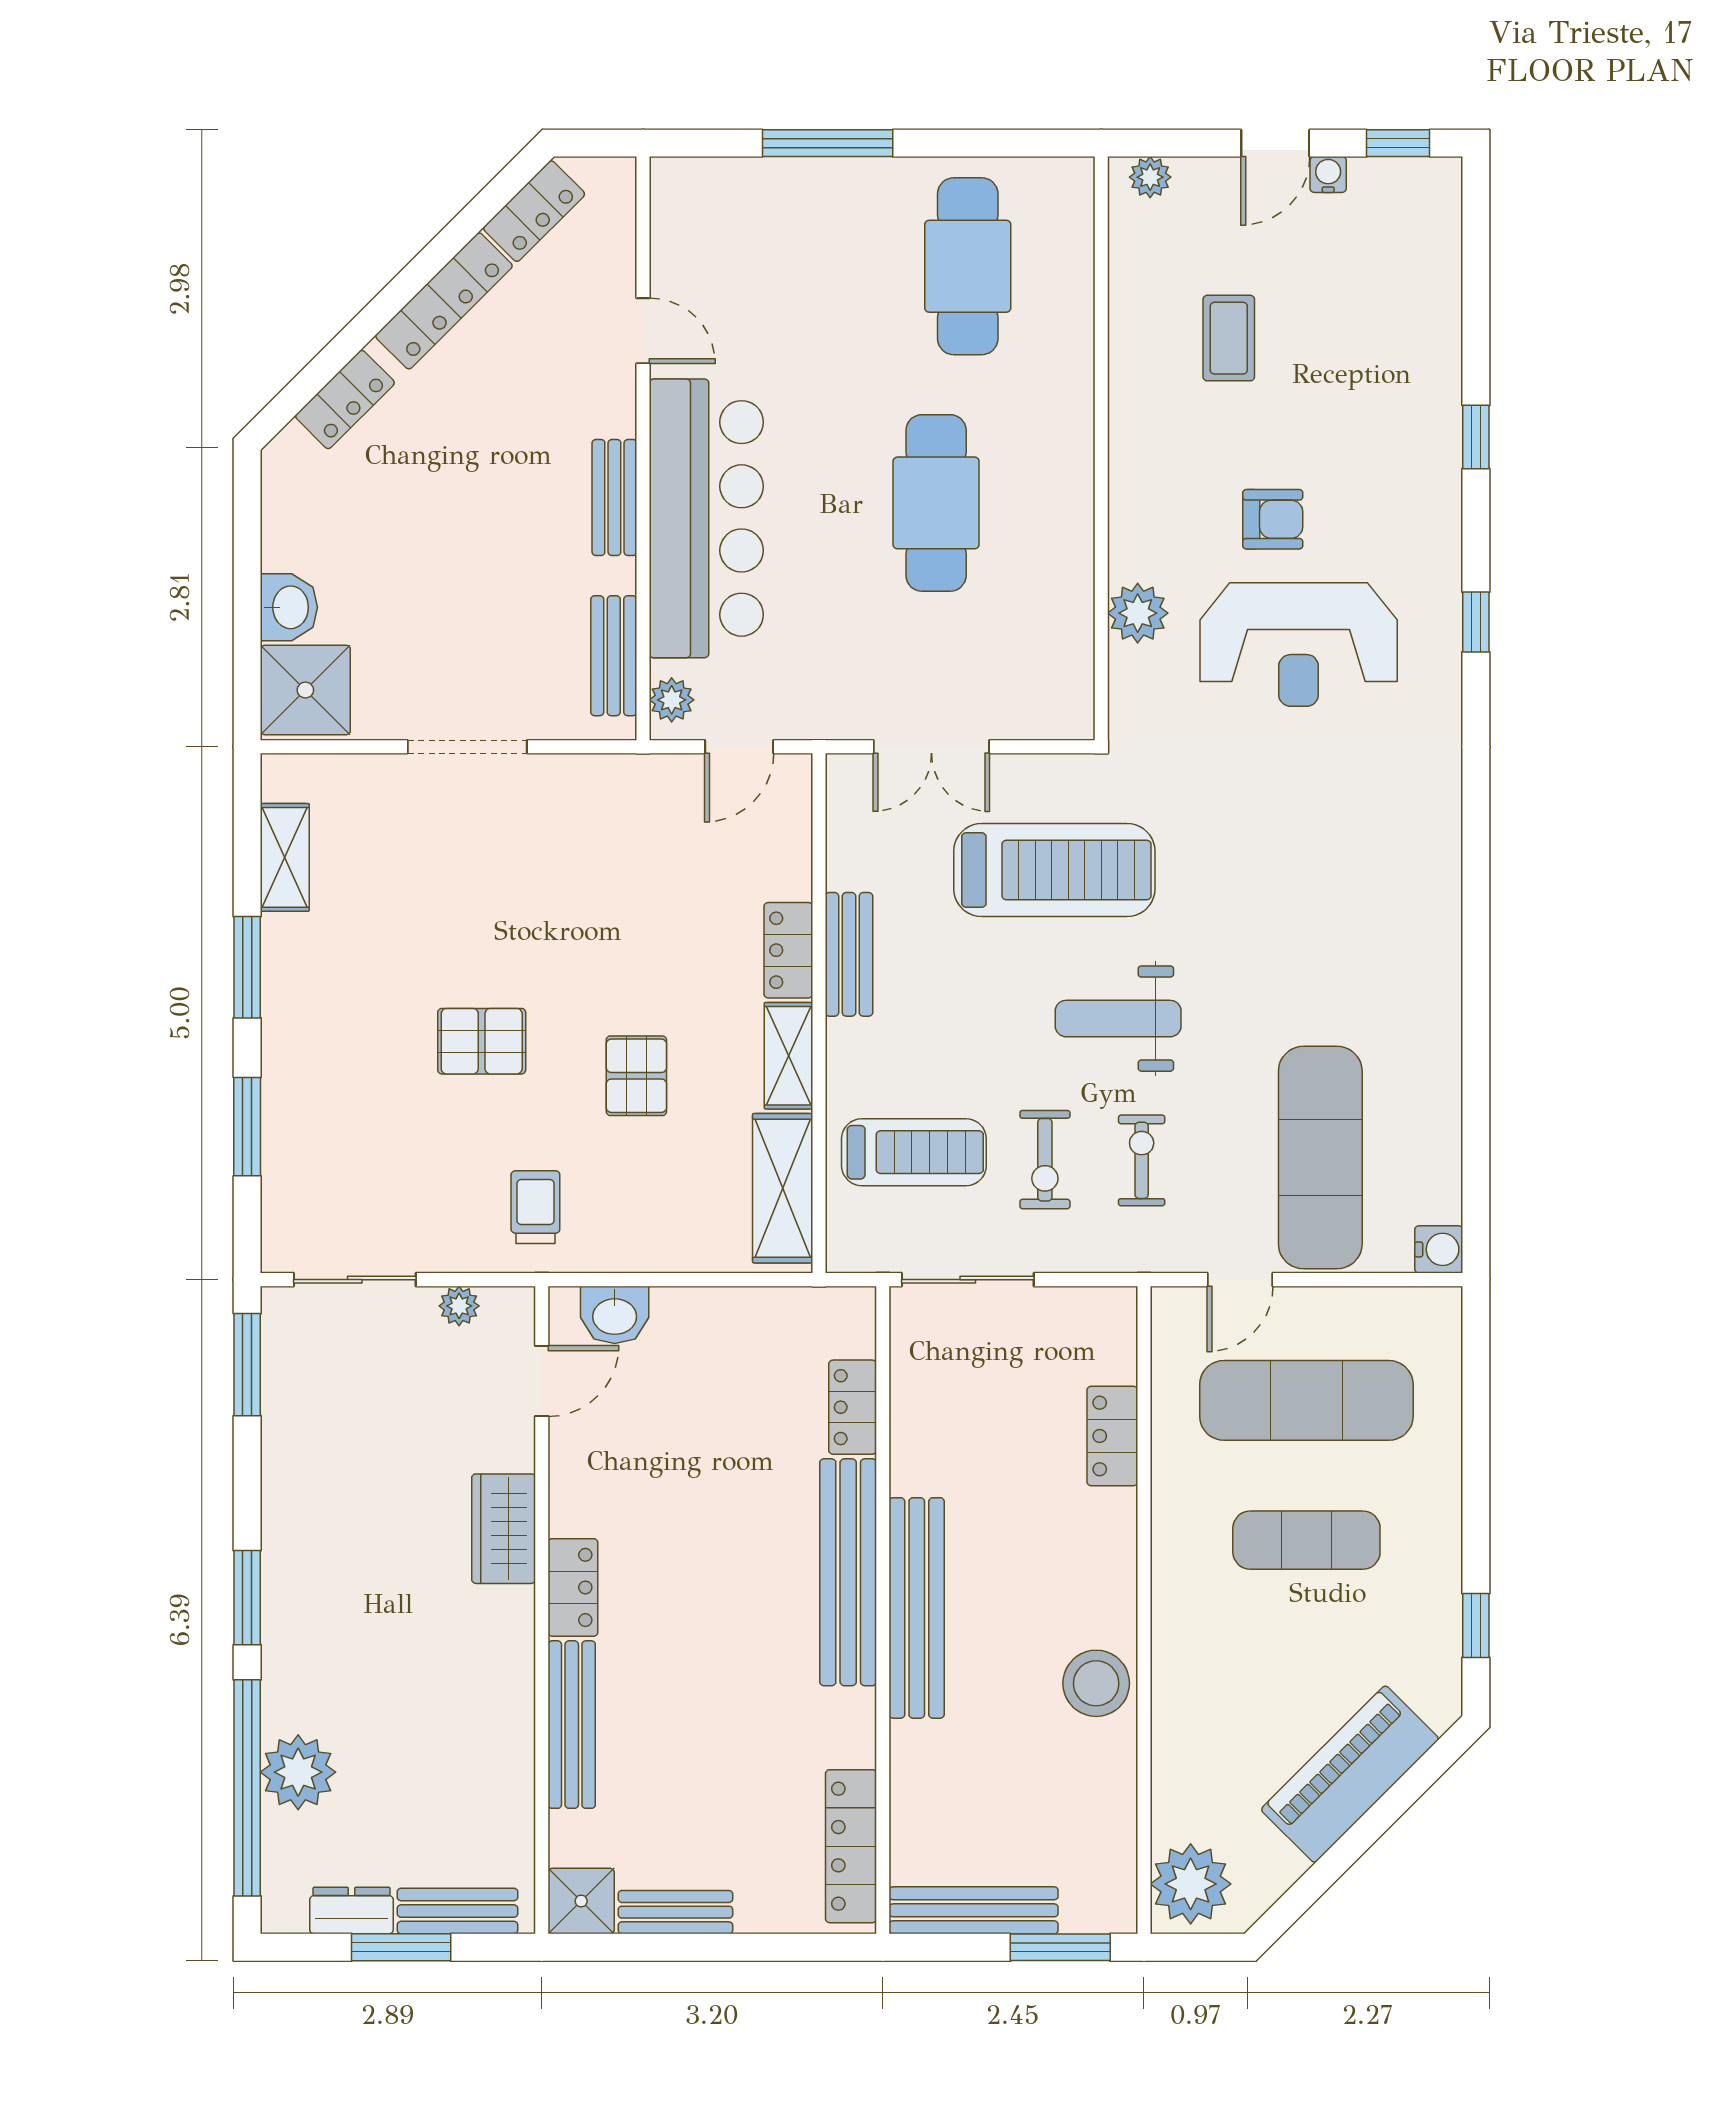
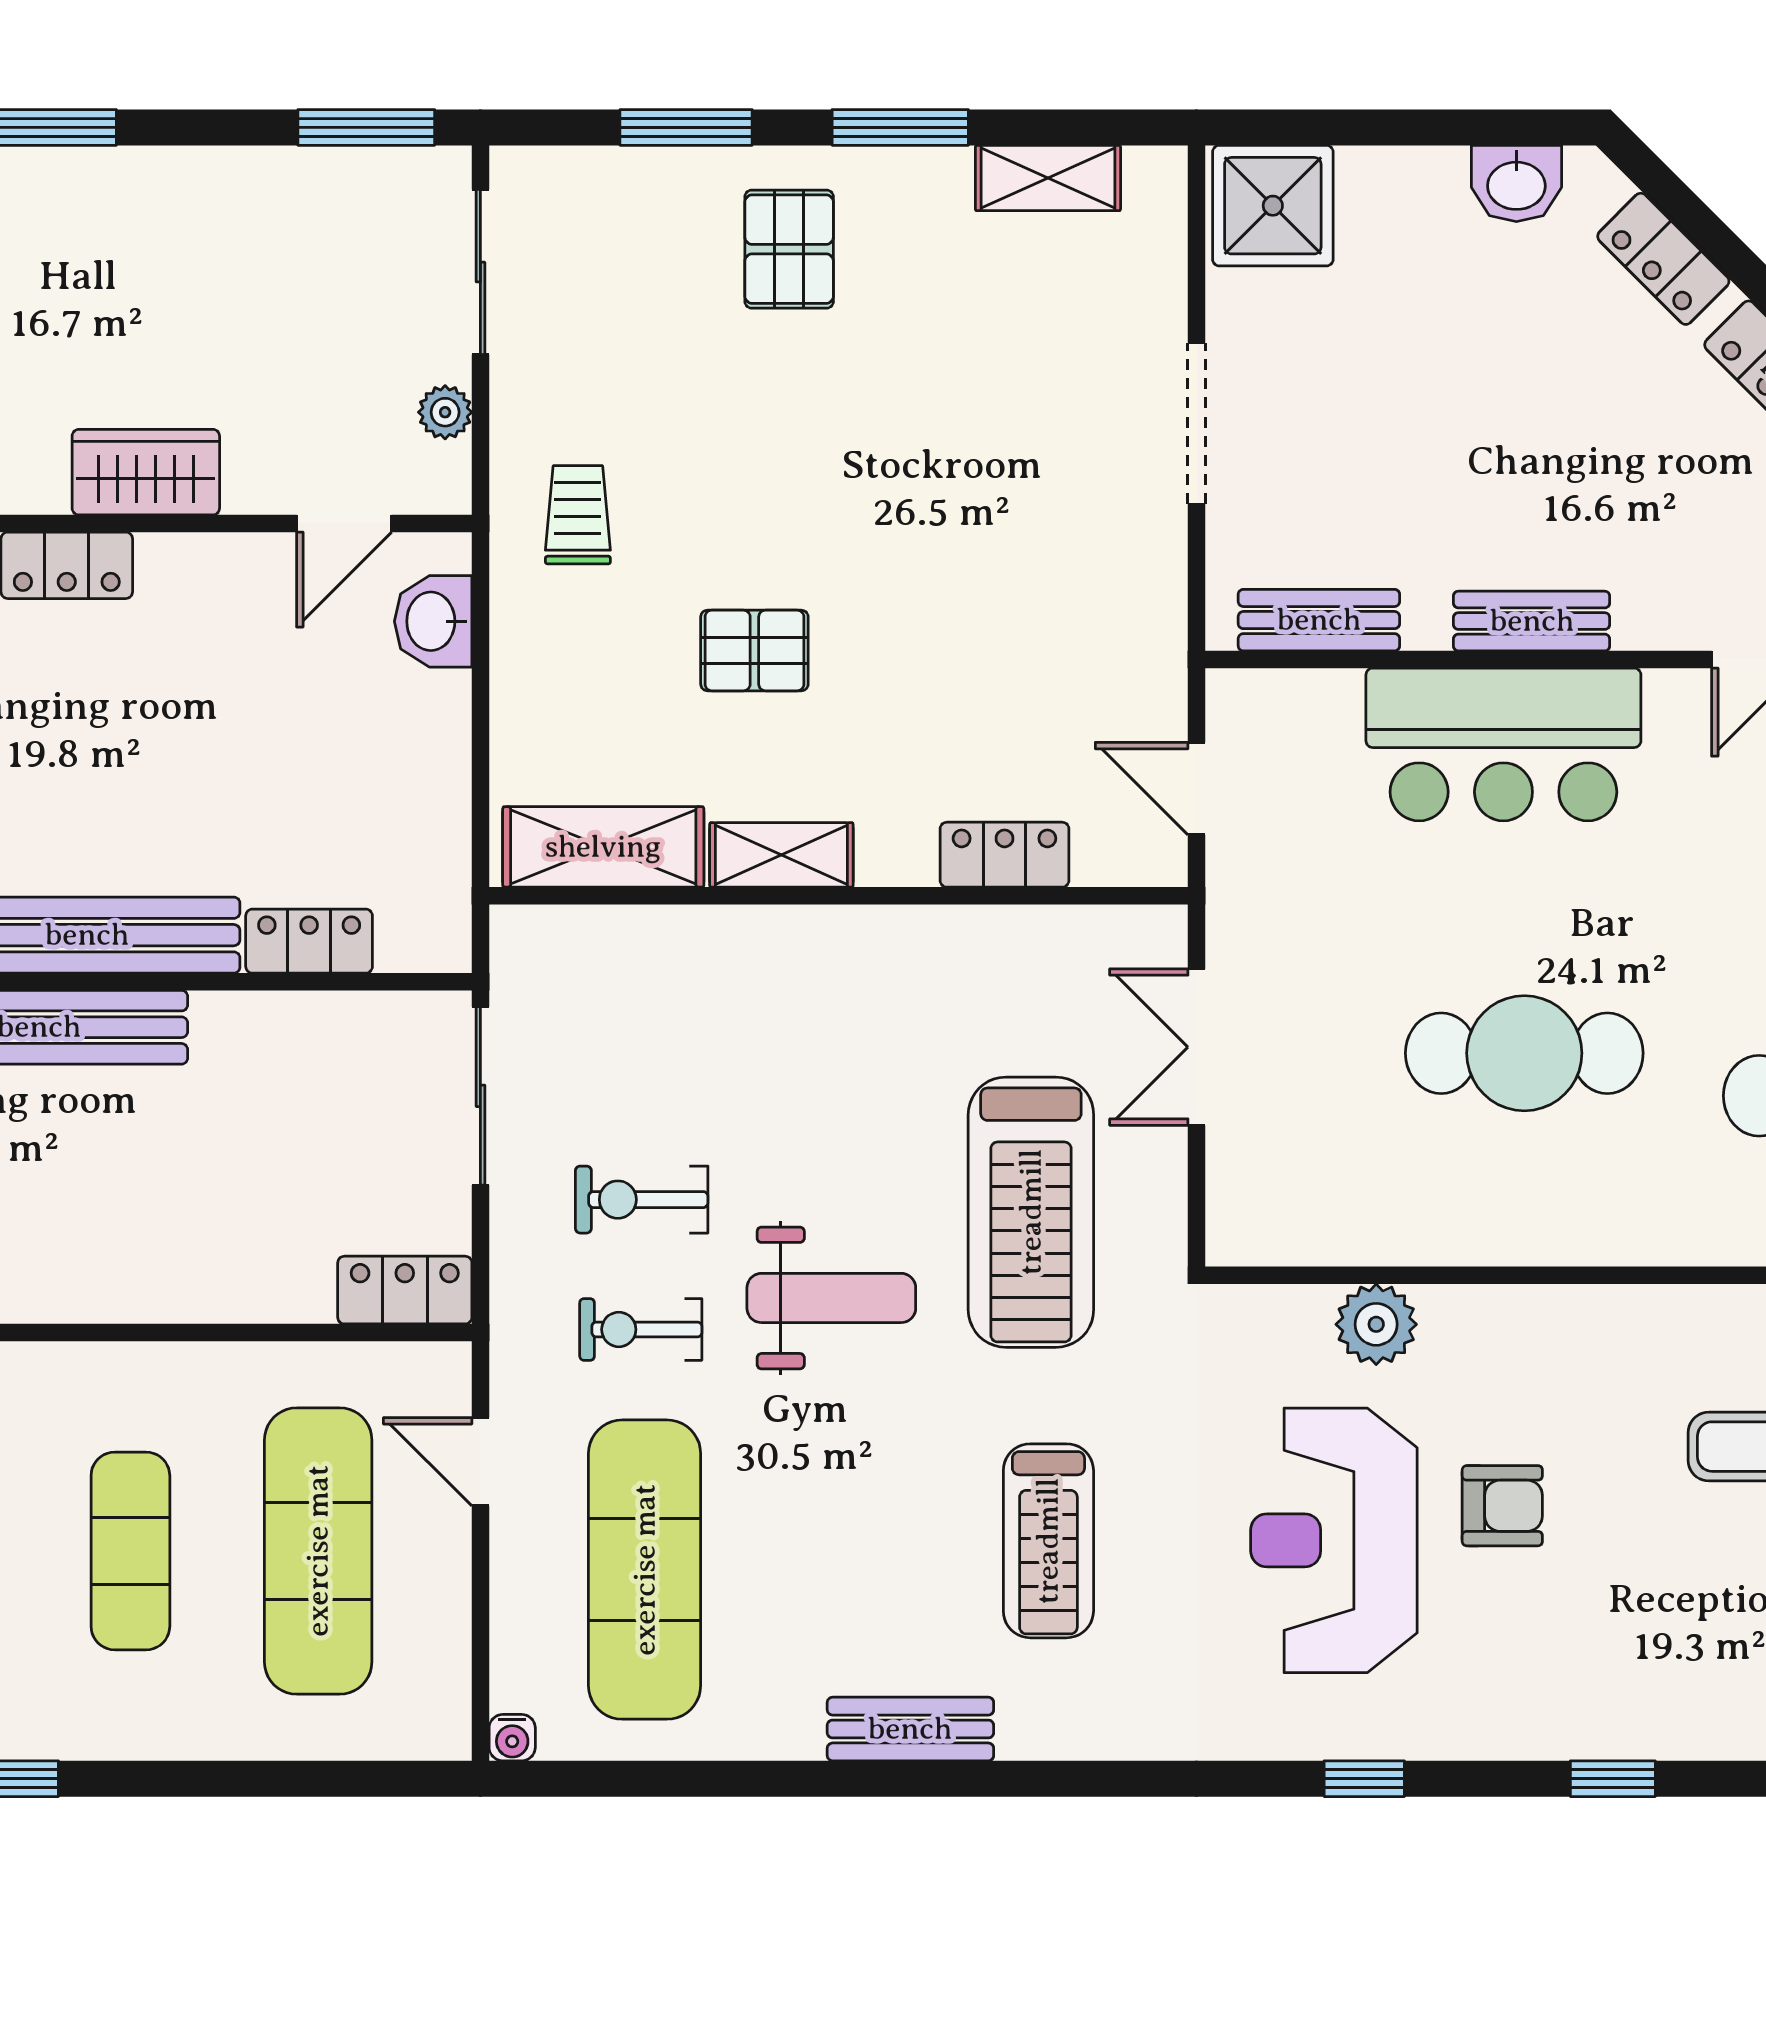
bar counter: (706, 518) -> (1503, 744), width x0.73
armchair: (1273, 519) -> (1502, 1506), turned -90
washbasin: (289, 607) -> (1516, 184), moved
plant: (672, 700) -> (1260, 698), removed
locker: (788, 950) -> (1004, 855), moved
bench: (849, 954) -> (910, 1729), moved
weight bench: (1118, 1019) -> (831, 1298), turned 90
pallet: (482, 1041) -> (789, 249), moved
treadmill: (914, 1152) -> (1048, 1541), moved
exercise mat: (1320, 1158) -> (645, 1570), turned 90
exercise bike: (1142, 1160) -> (641, 1329), turned 180
trolley: (535, 1207) -> (578, 515), turned -90
water cooler: (1439, 1249) -> (512, 1738), width x0.72, depth x0.72
door: (542, 1381) -> (344, 523), hinge flipped
locker: (1112, 1436) -> (405, 1290), moved

